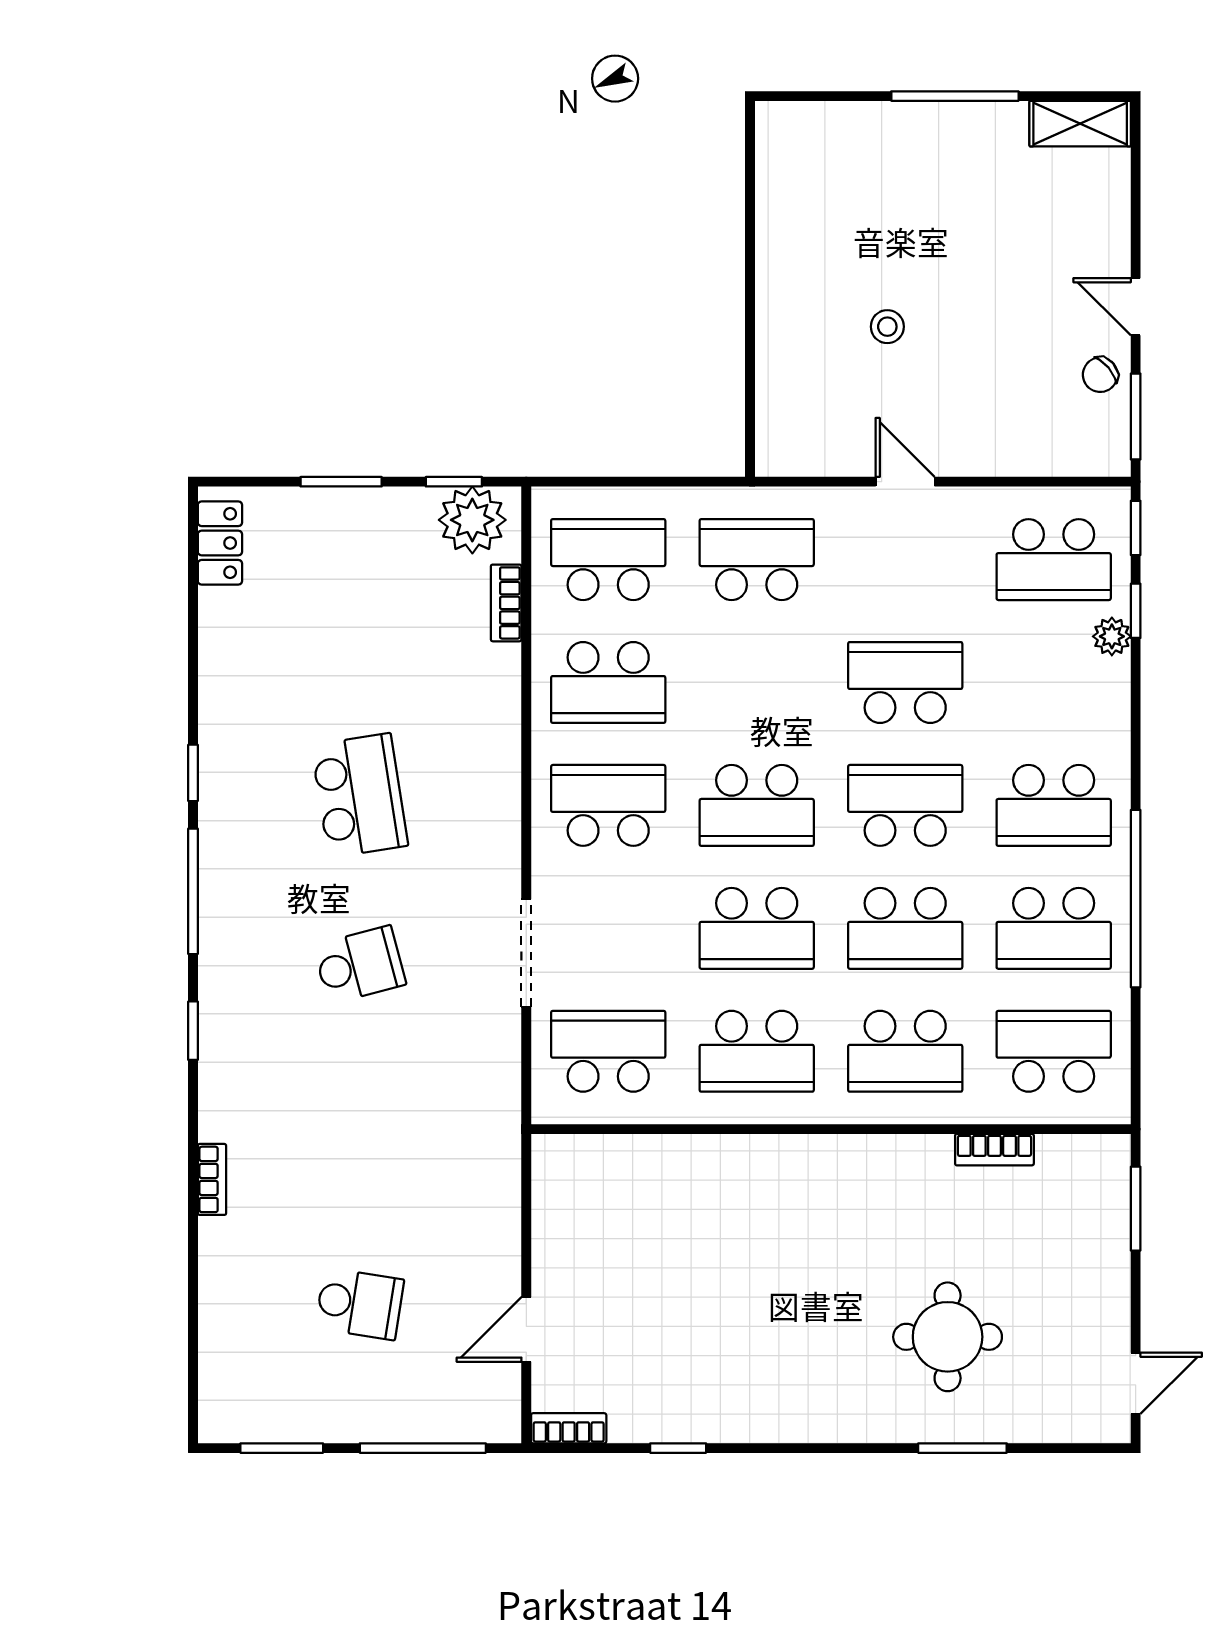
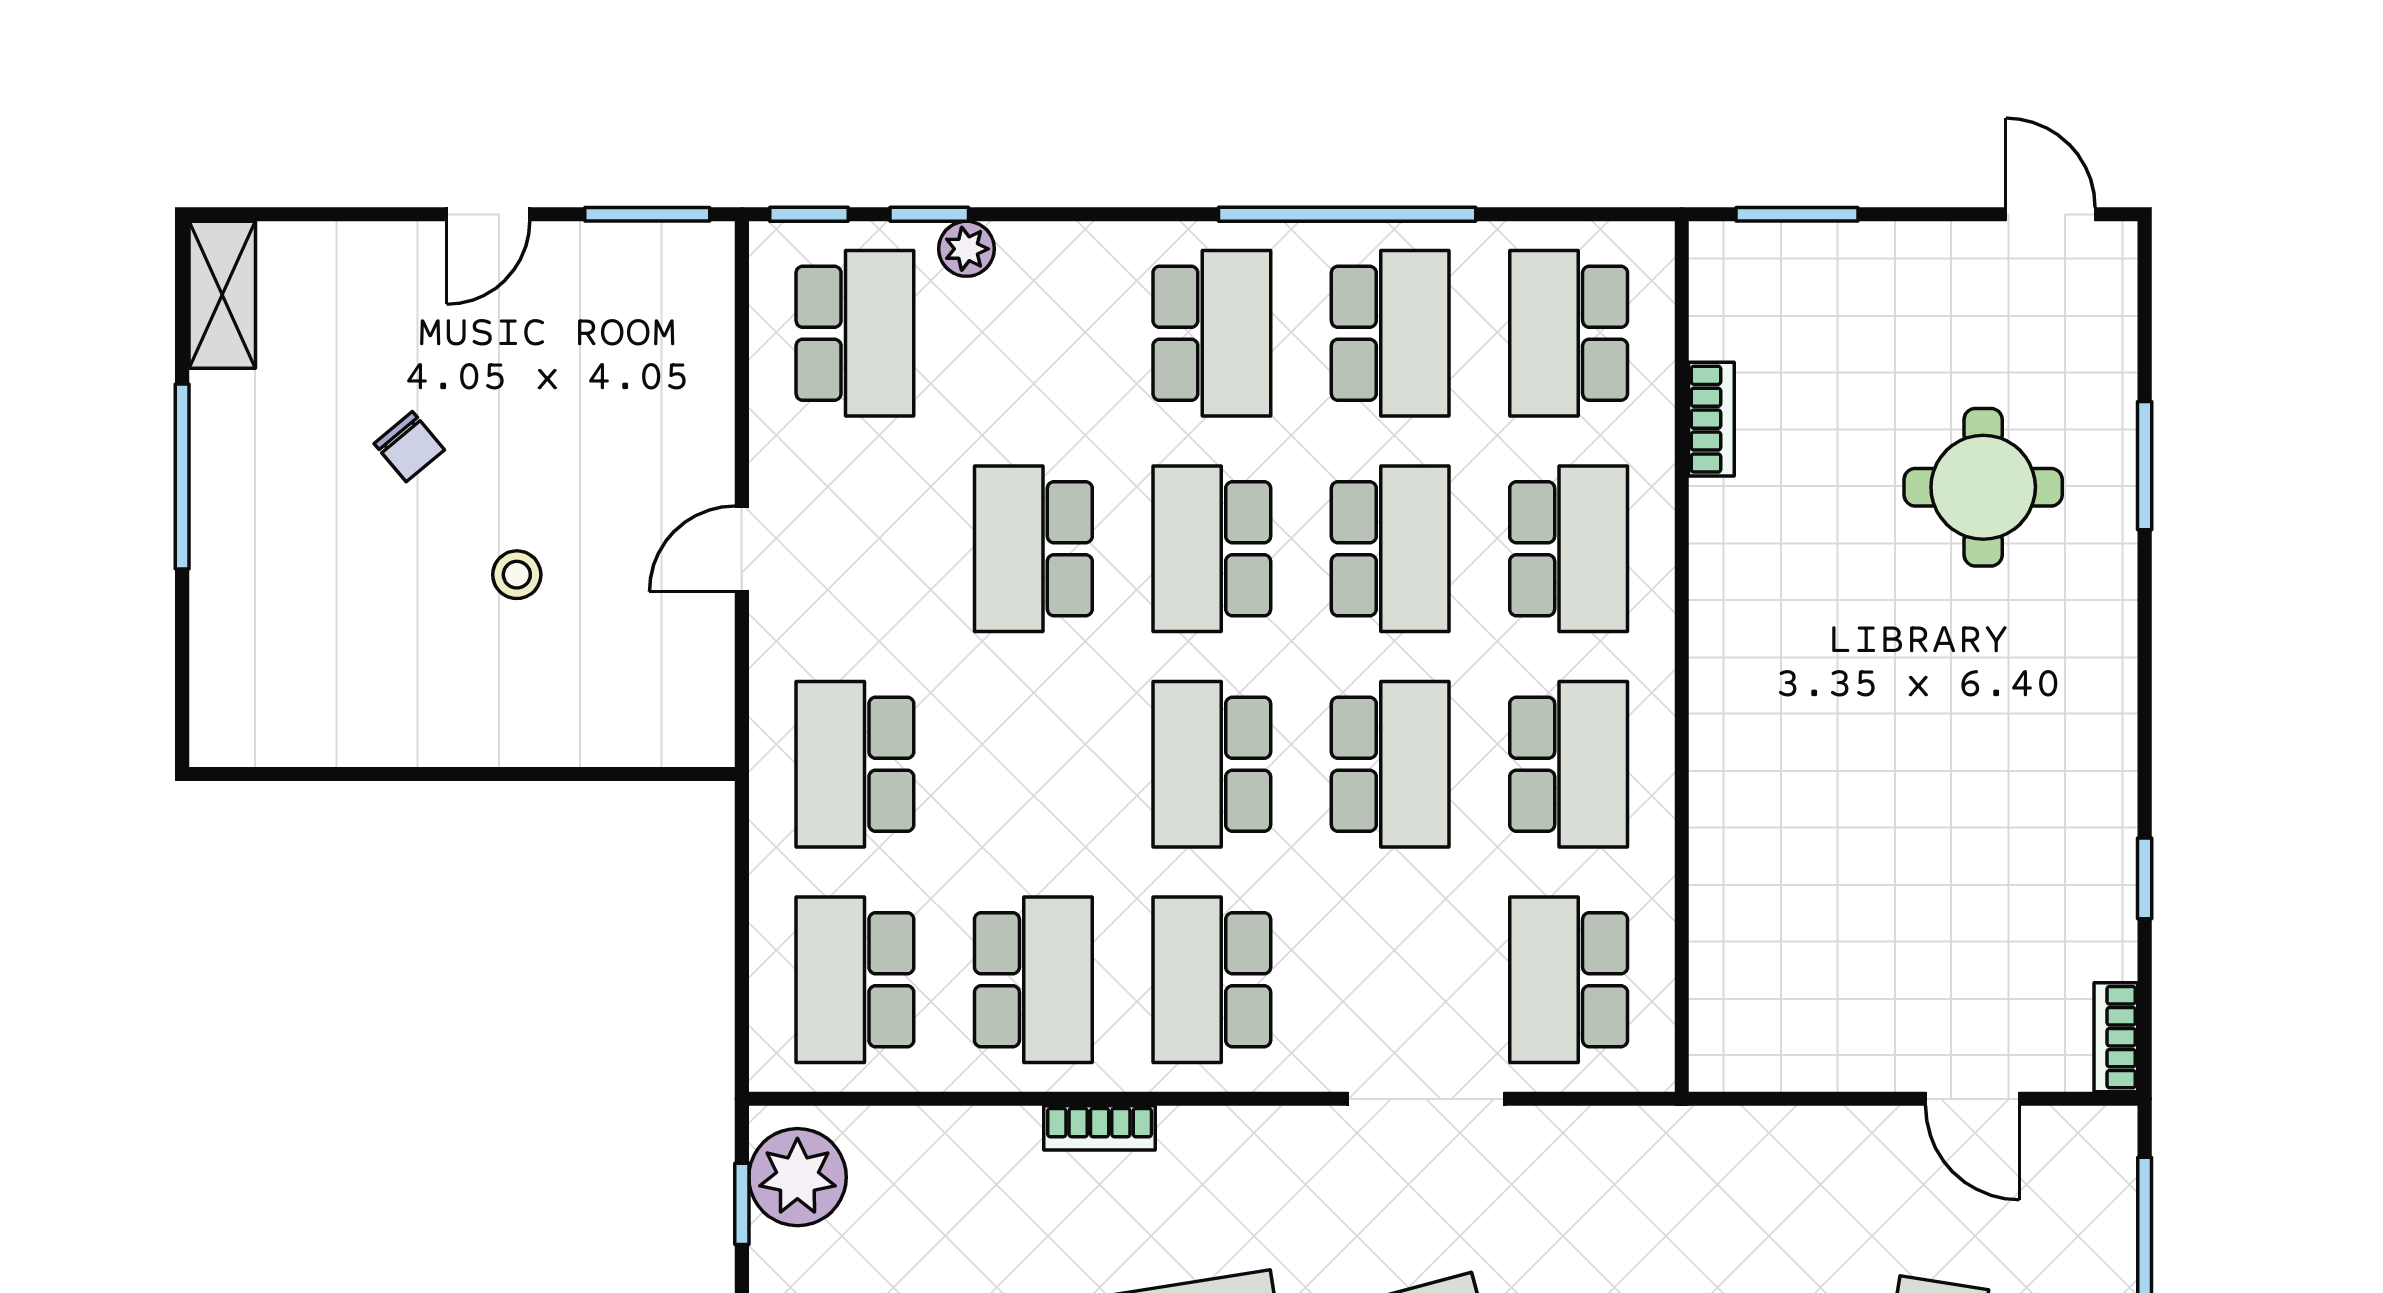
chair: (1100, 375) -> (409, 447), moved
bookcase: (506, 603) -> (1100, 1128), moved
school desk: (757, 805) -> (1212, 764), turned 180

